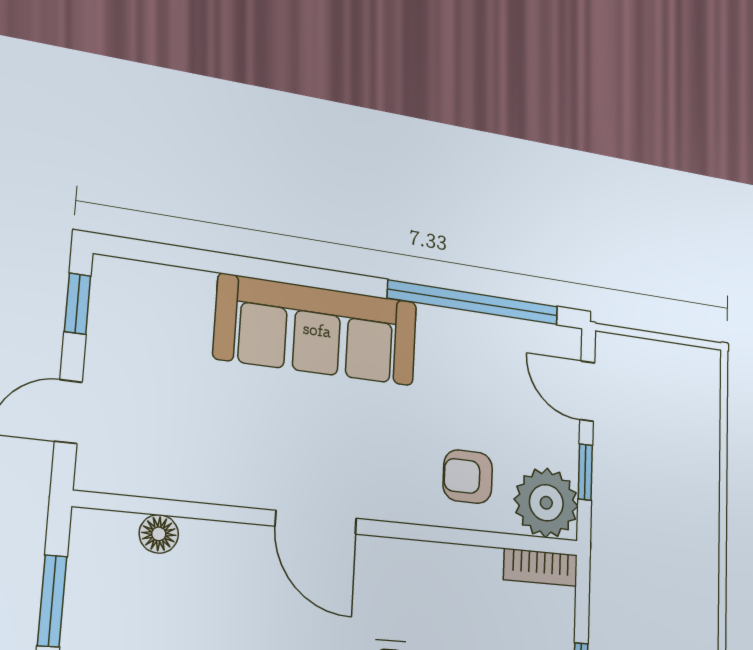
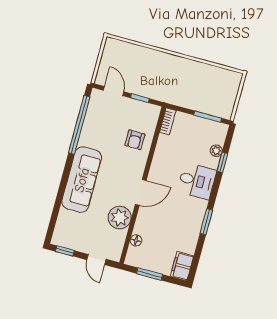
door: (587, 391) -> (114, 91), swing flipped
plant: (546, 503) -> (120, 218), moved

